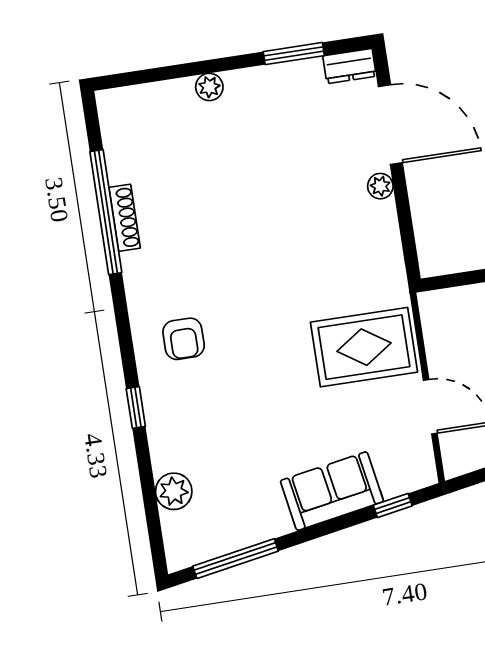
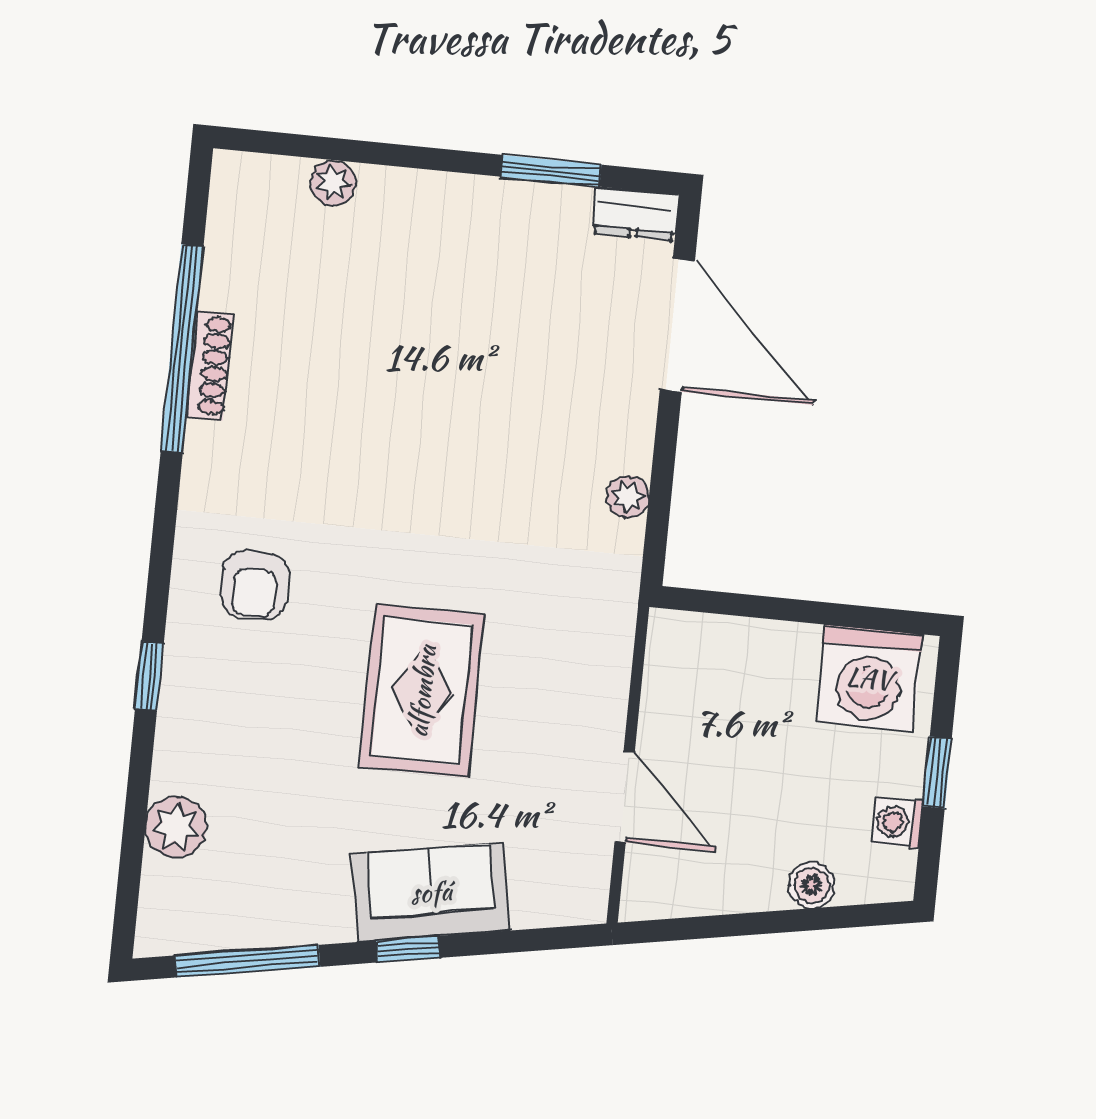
plant: (209, 87) -> (333, 183), moved
plant: (380, 186) -> (628, 497), moved
rug: (364, 347) -> (422, 691), moved, turned 90
window: (393, 506) -> (408, 949), moved

